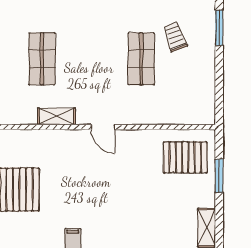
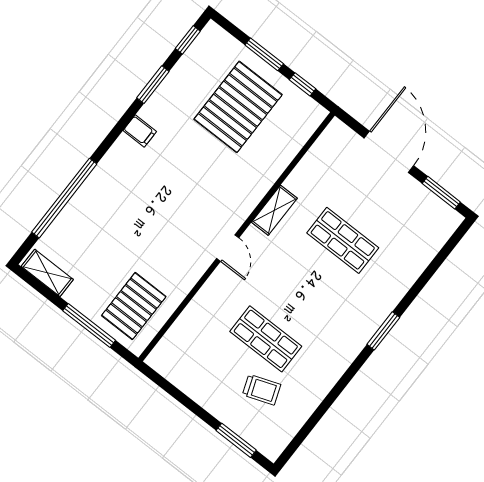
door: (103, 127) -> (228, 248), swing flipped
window: (219, 176) -> (89, 326), width x1.44

